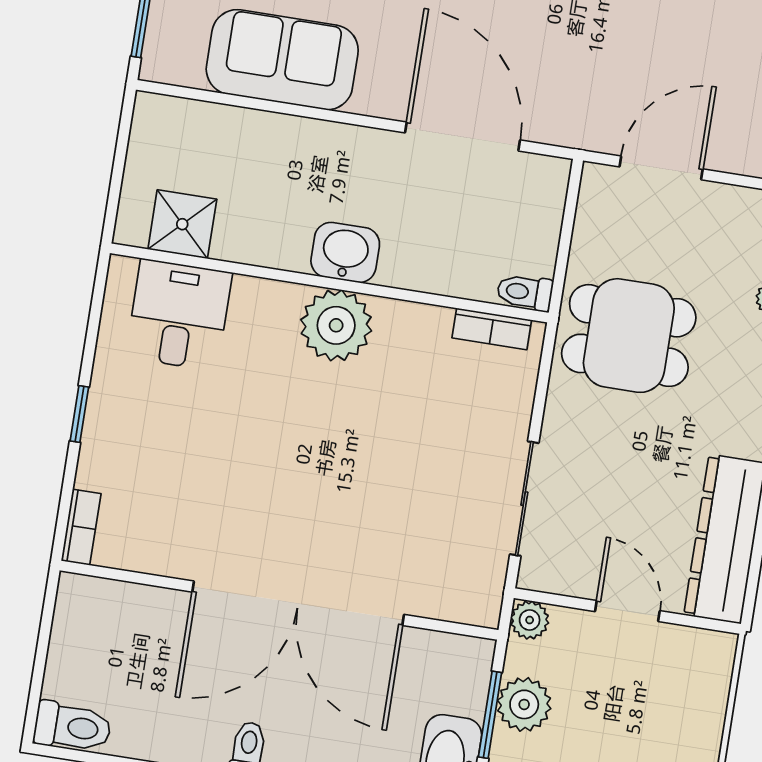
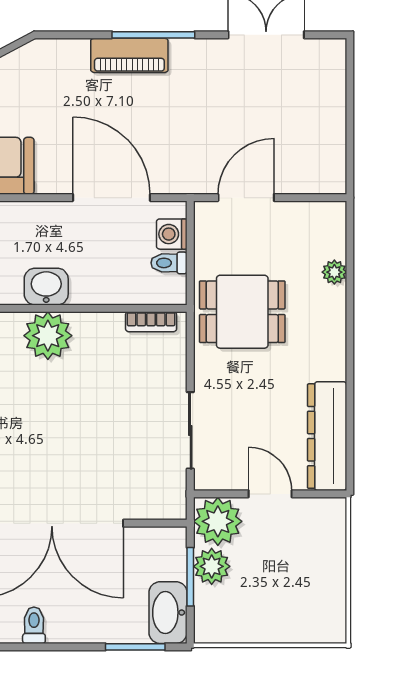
washing machine: (543, 204) -> (172, 234), added
toilet: (525, 292) -> (169, 263), moved
plant: (530, 620) -> (218, 521), width x1.88, depth x1.88

